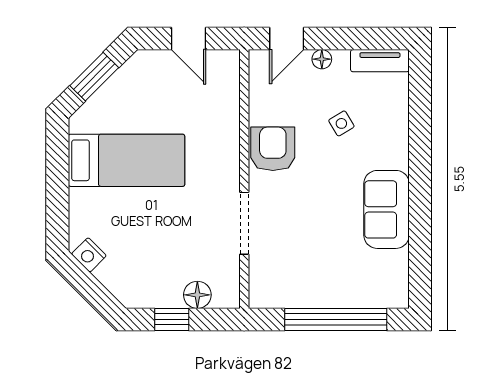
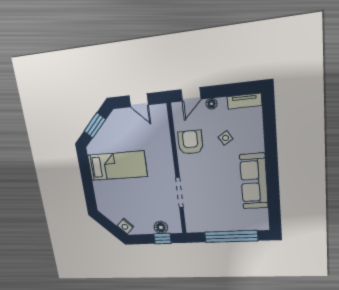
armchair: (273, 149) -> (190, 142), moved
sofa: (387, 209) -> (254, 181), width x1.36
nightstand: (89, 255) -> (125, 226), moved
window: (172, 319) -> (162, 239), moved

